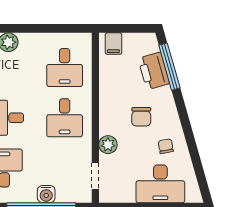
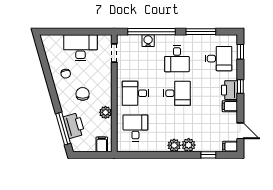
desk: (65, 118) -> (135, 93), turned -90
plant: (108, 145) -> (106, 112), moved
desk: (160, 184) -> (81, 48), moved

